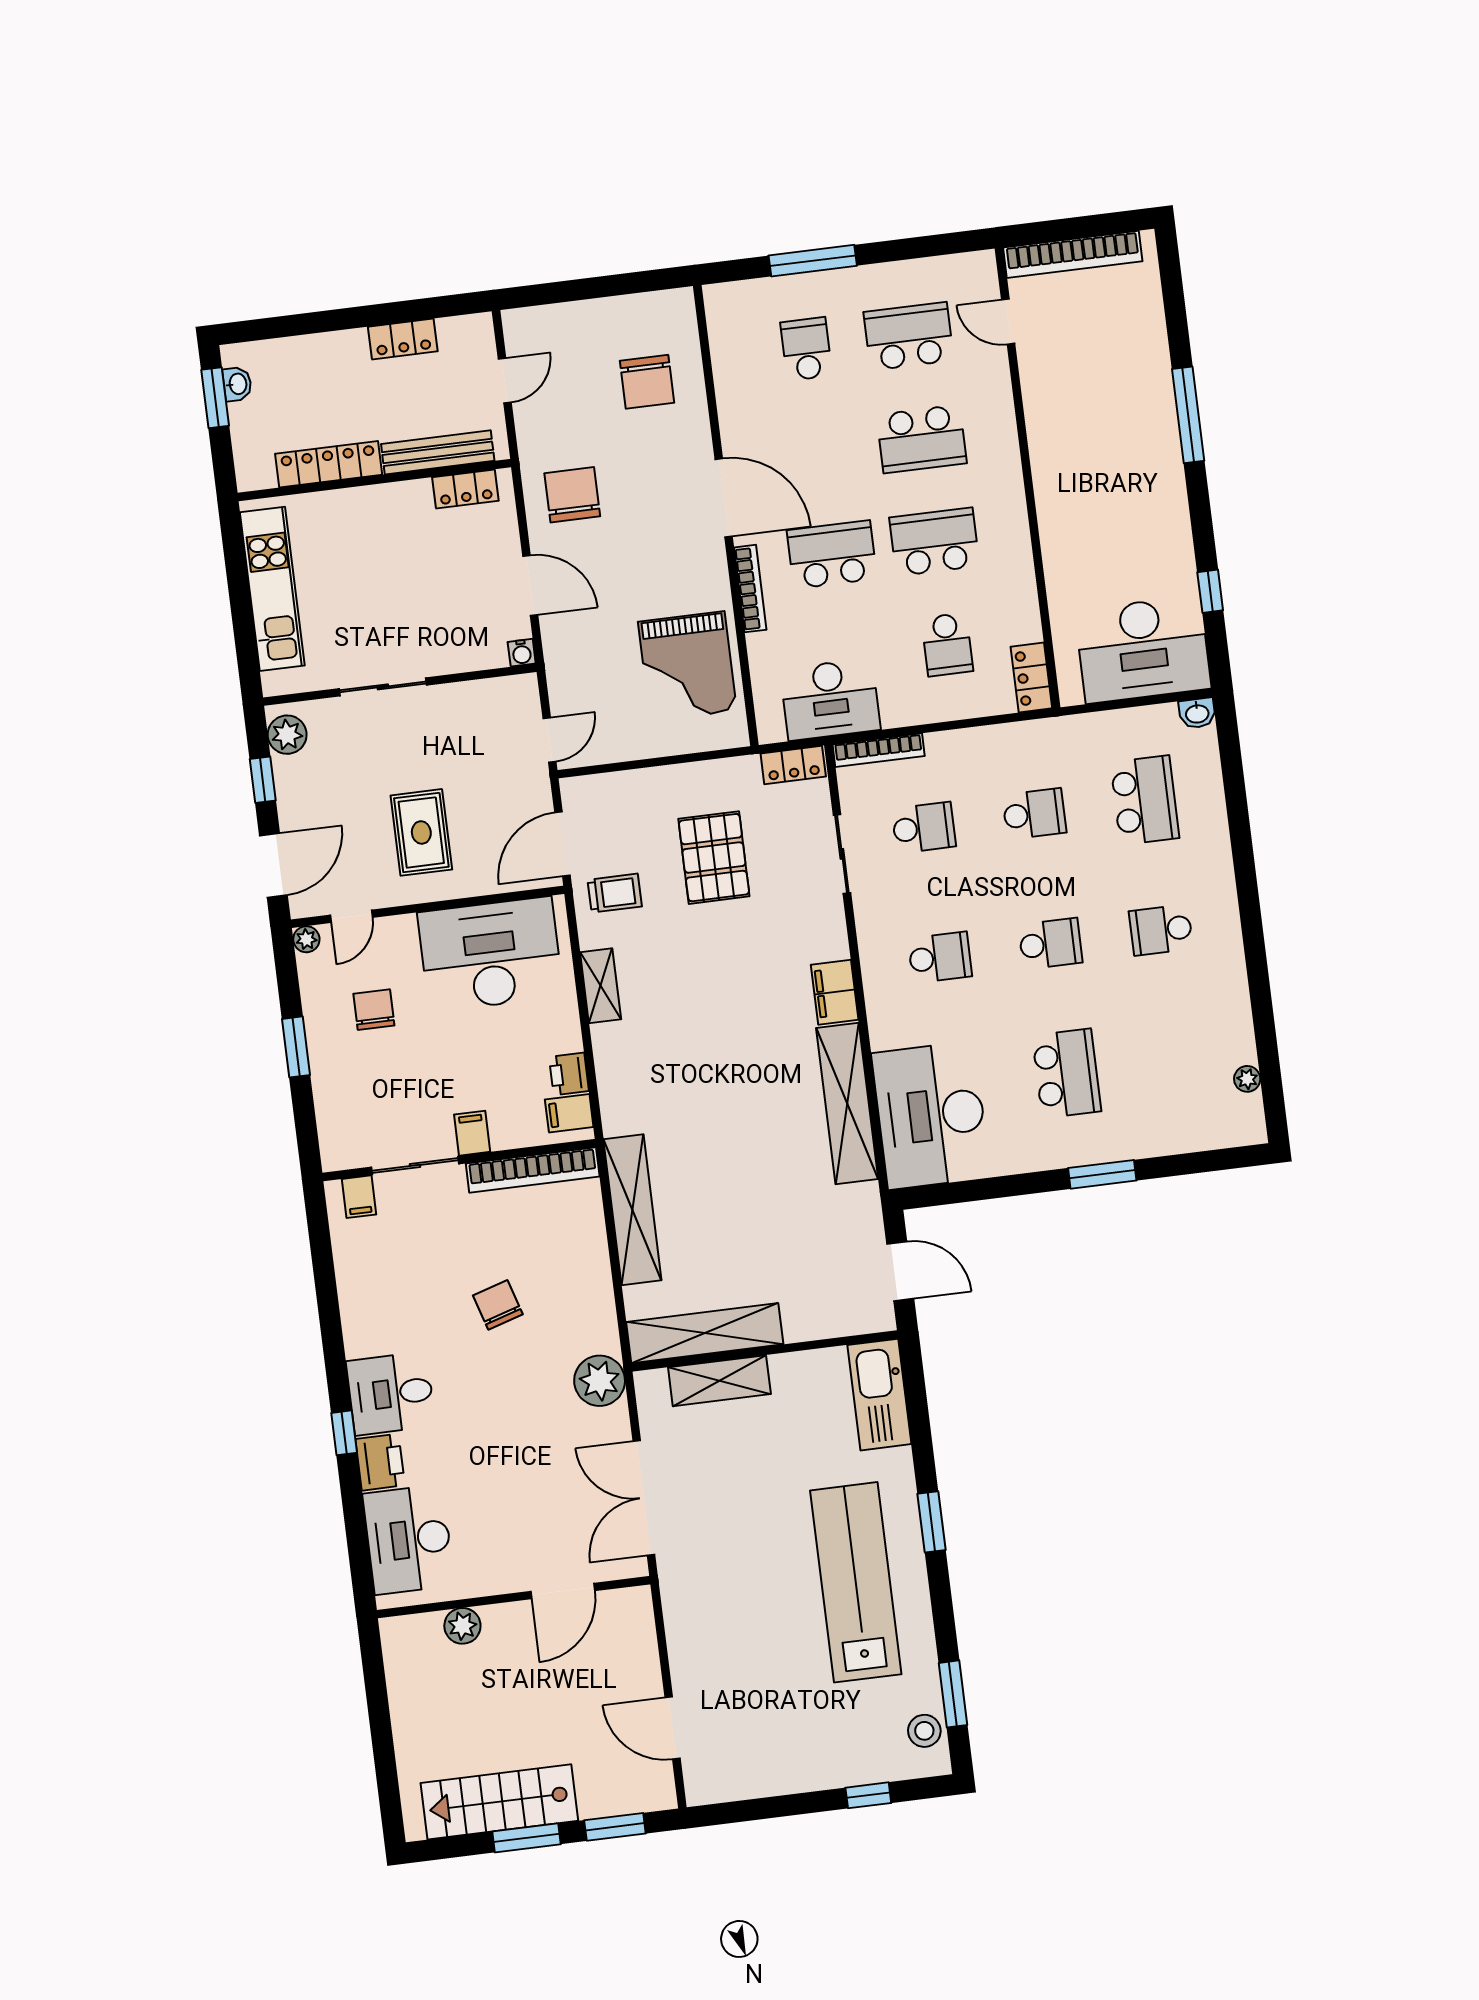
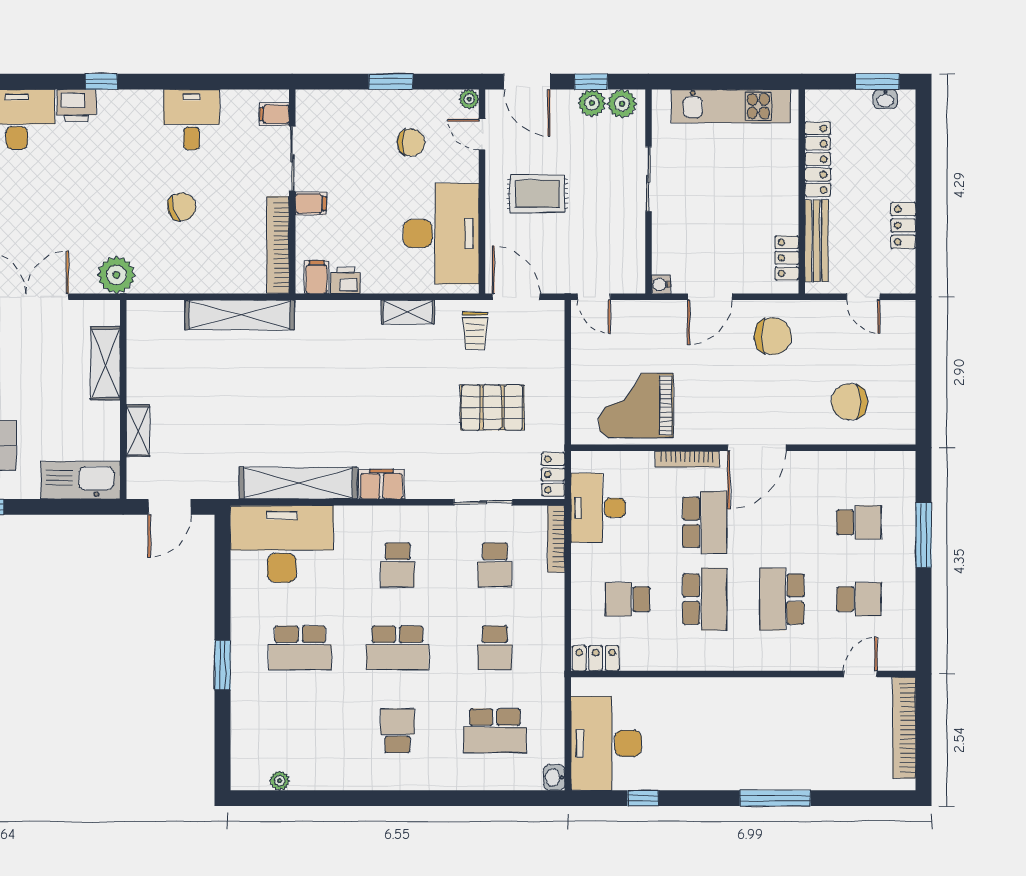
school desk: (909, 336) -> (859, 599), width x0.54
plant: (291, 775) -> (592, 103), added
school desk: (1050, 944) -> (397, 648), width x1.85
shelving: (705, 1333) -> (138, 431), moved, width x0.45, depth x0.75
desk: (391, 1394) -> (192, 120), moved

